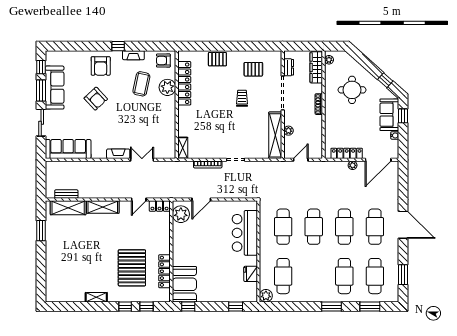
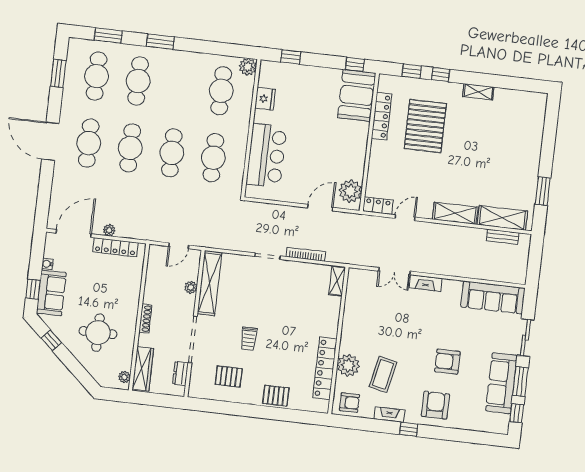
armchair: (96, 99) -> (447, 362), turned -47

